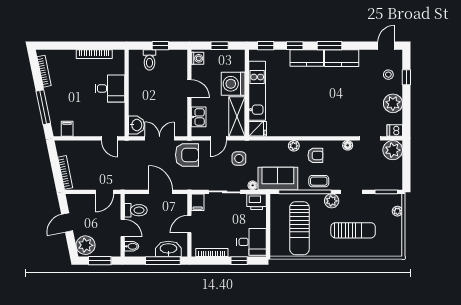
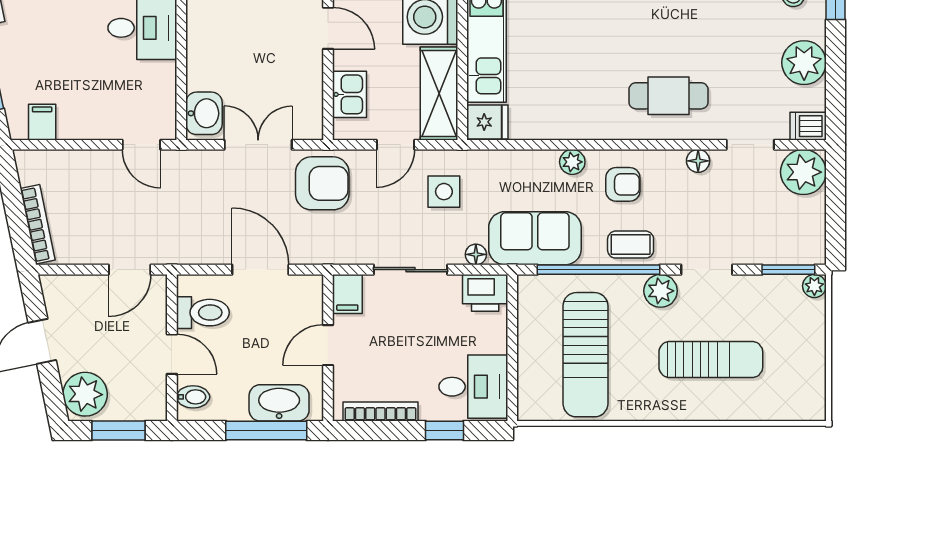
cafe table: (335, 118) -> (669, 96), added
plant: (397, 211) -> (814, 286), moved

